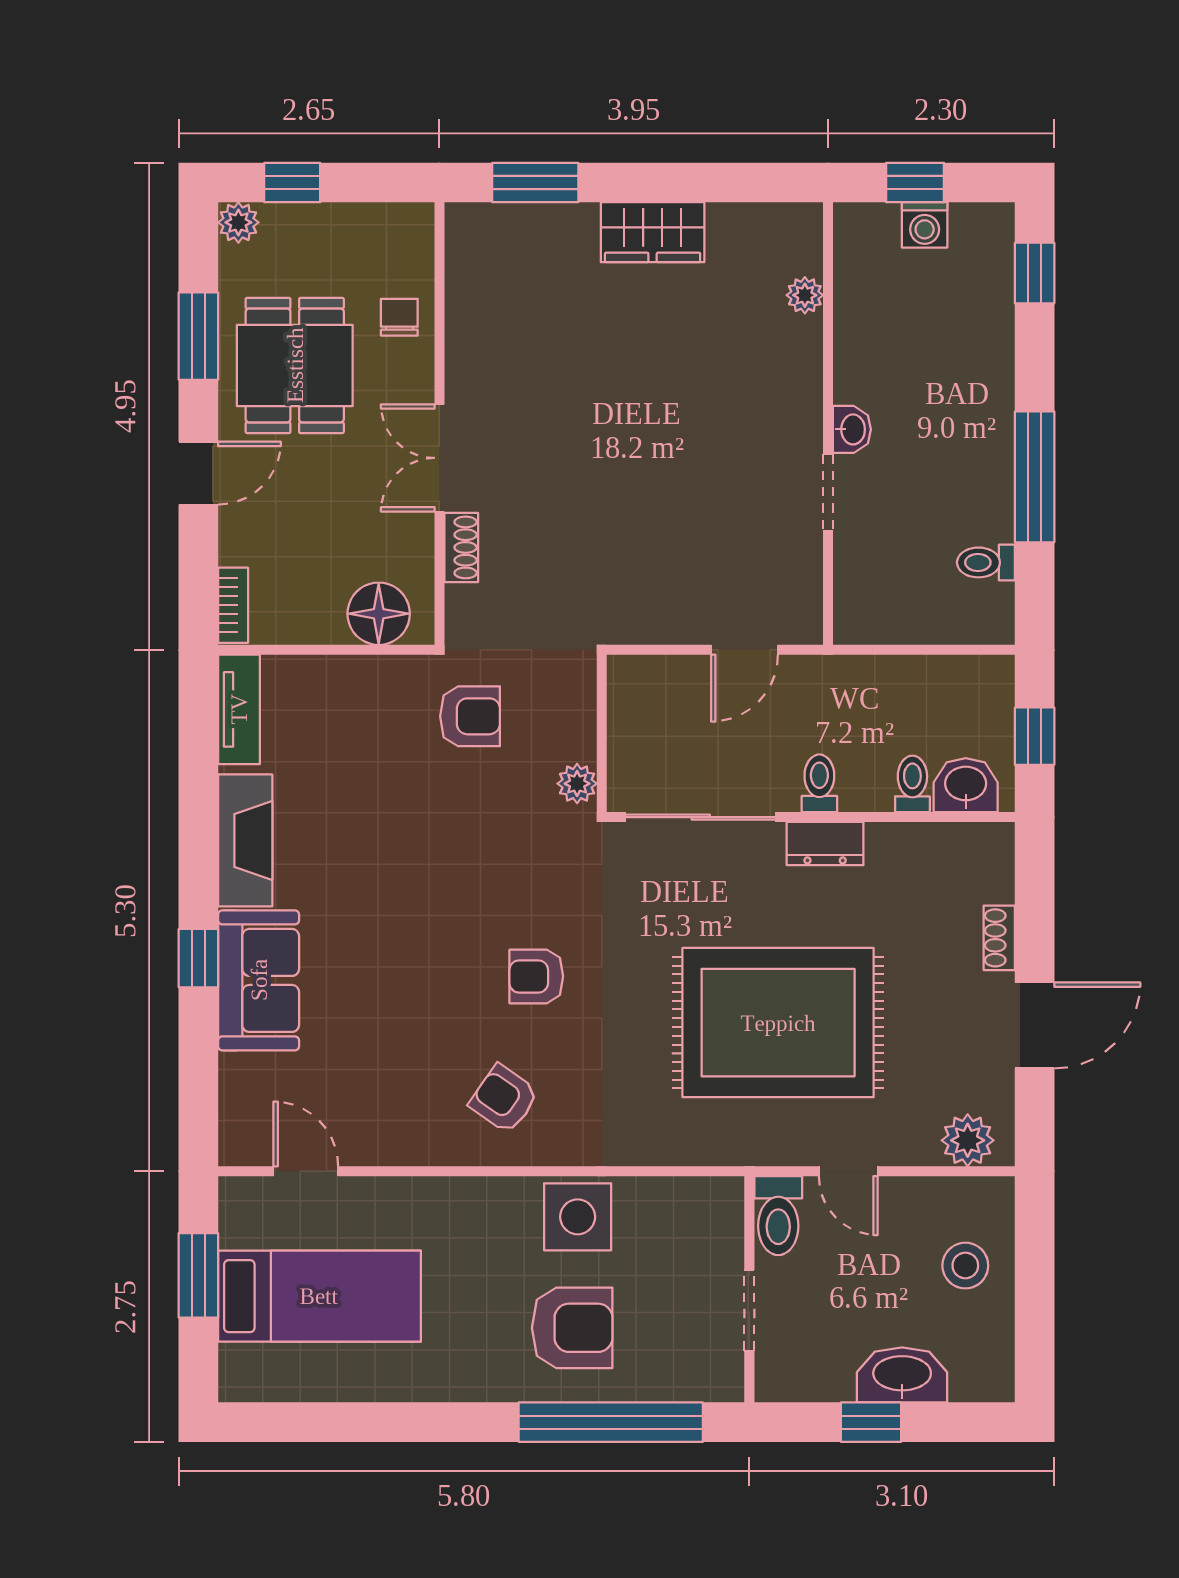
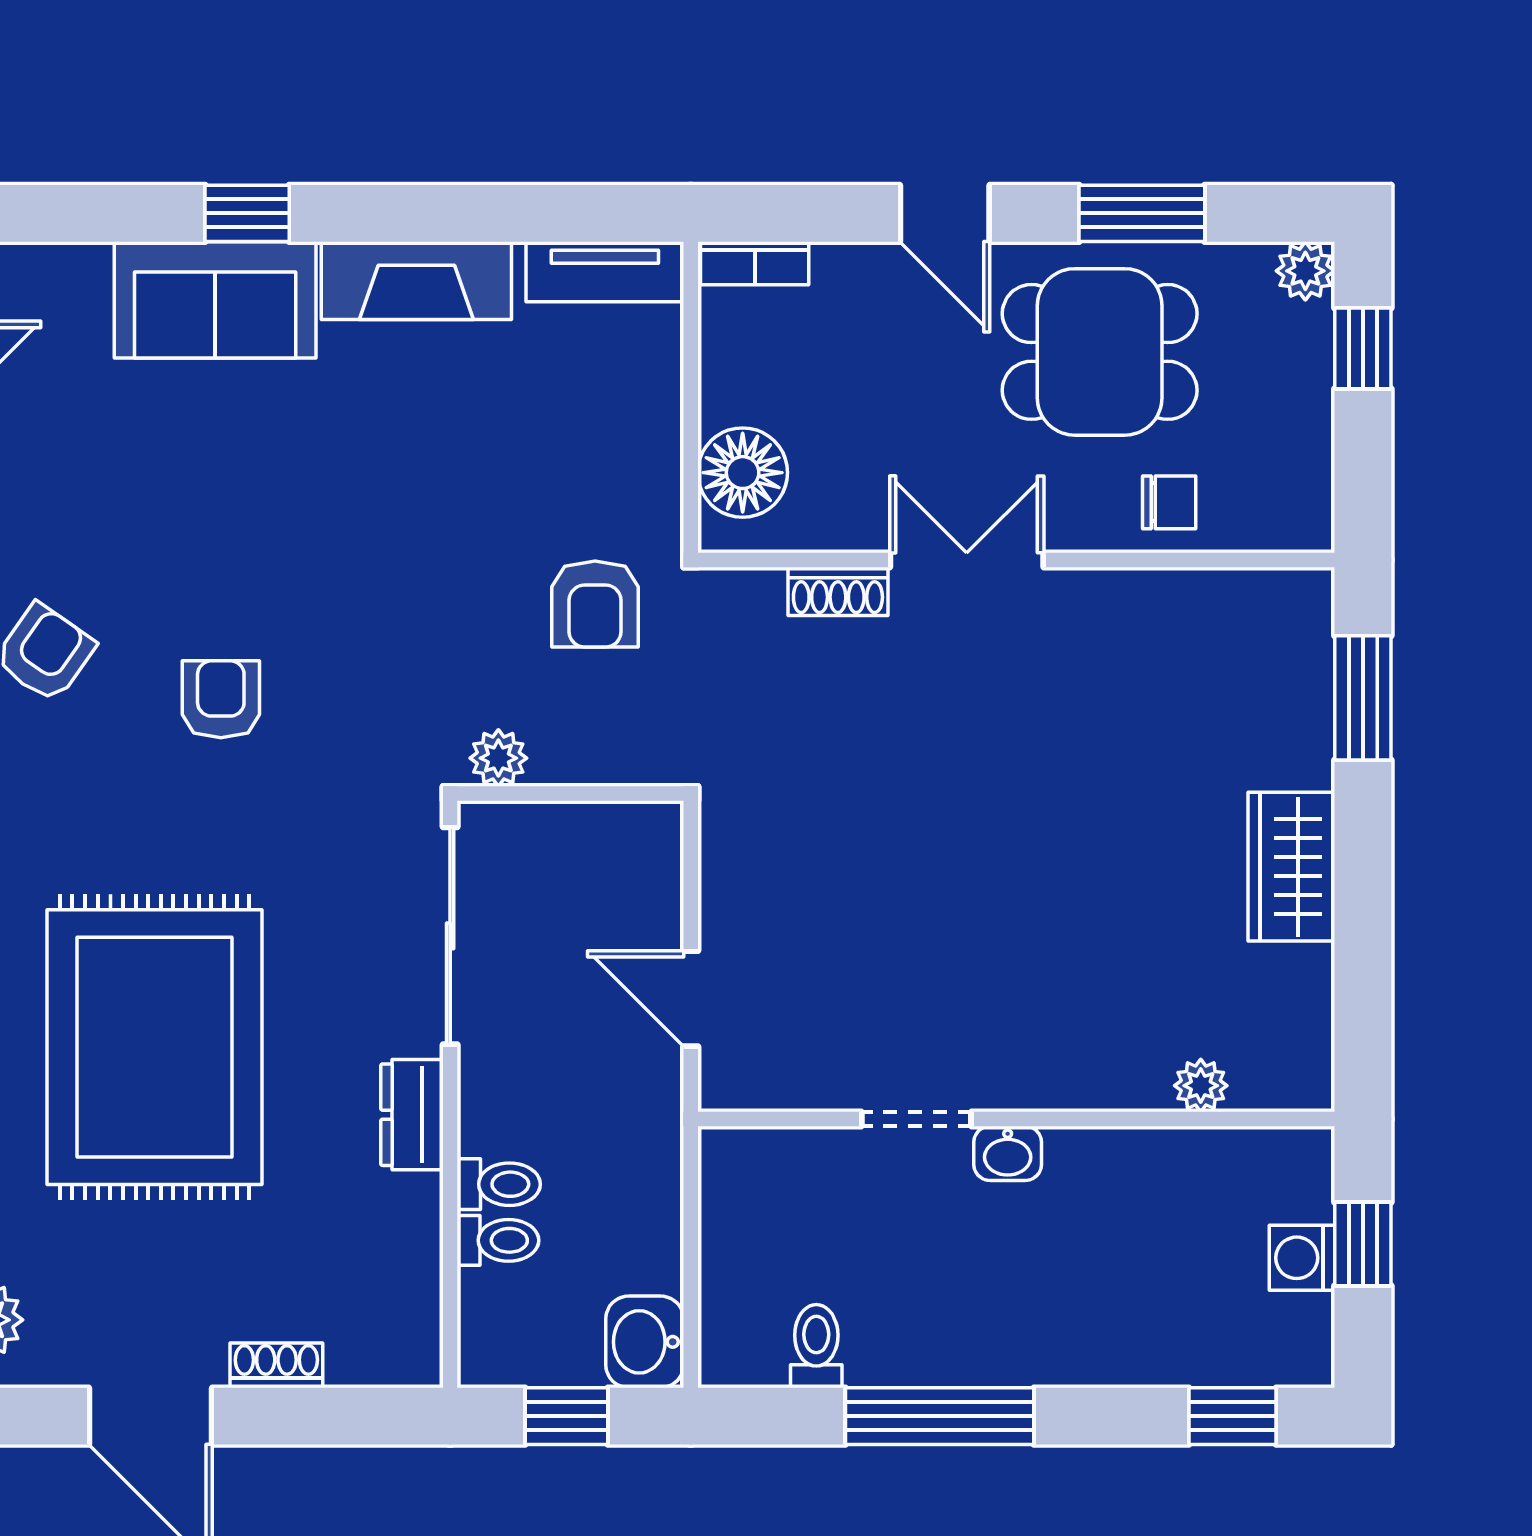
toilet: (819, 783) -> (499, 1184), moved
washbasin: (966, 785) -> (645, 1342), moved, turned 180

